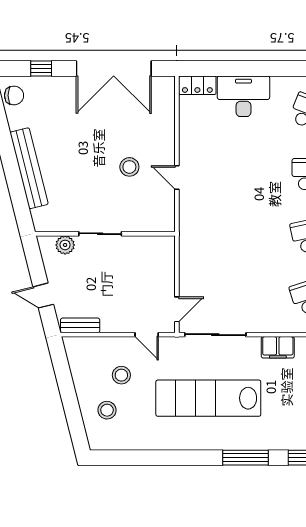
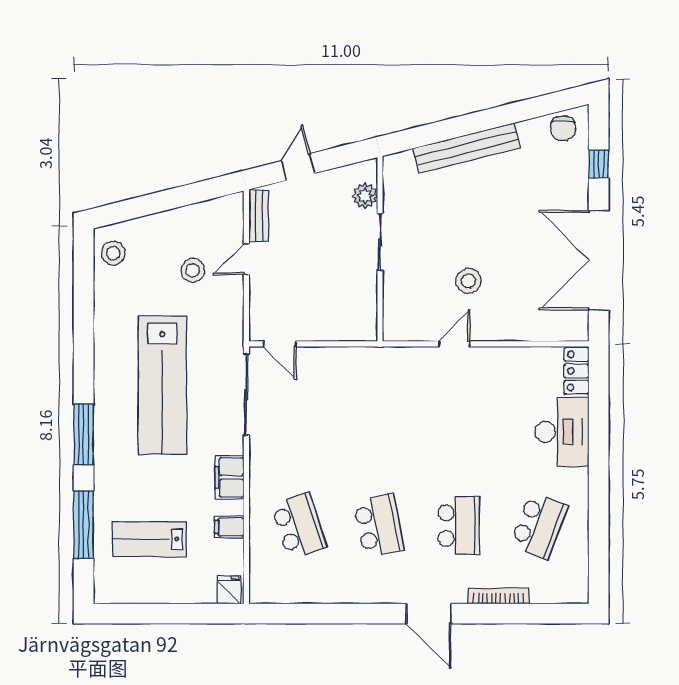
door: (147, 335) -> (246, 259), moved
lab bench: (208, 398) -> (162, 385), turned 180
stool: (107, 410) -> (113, 253), moved

